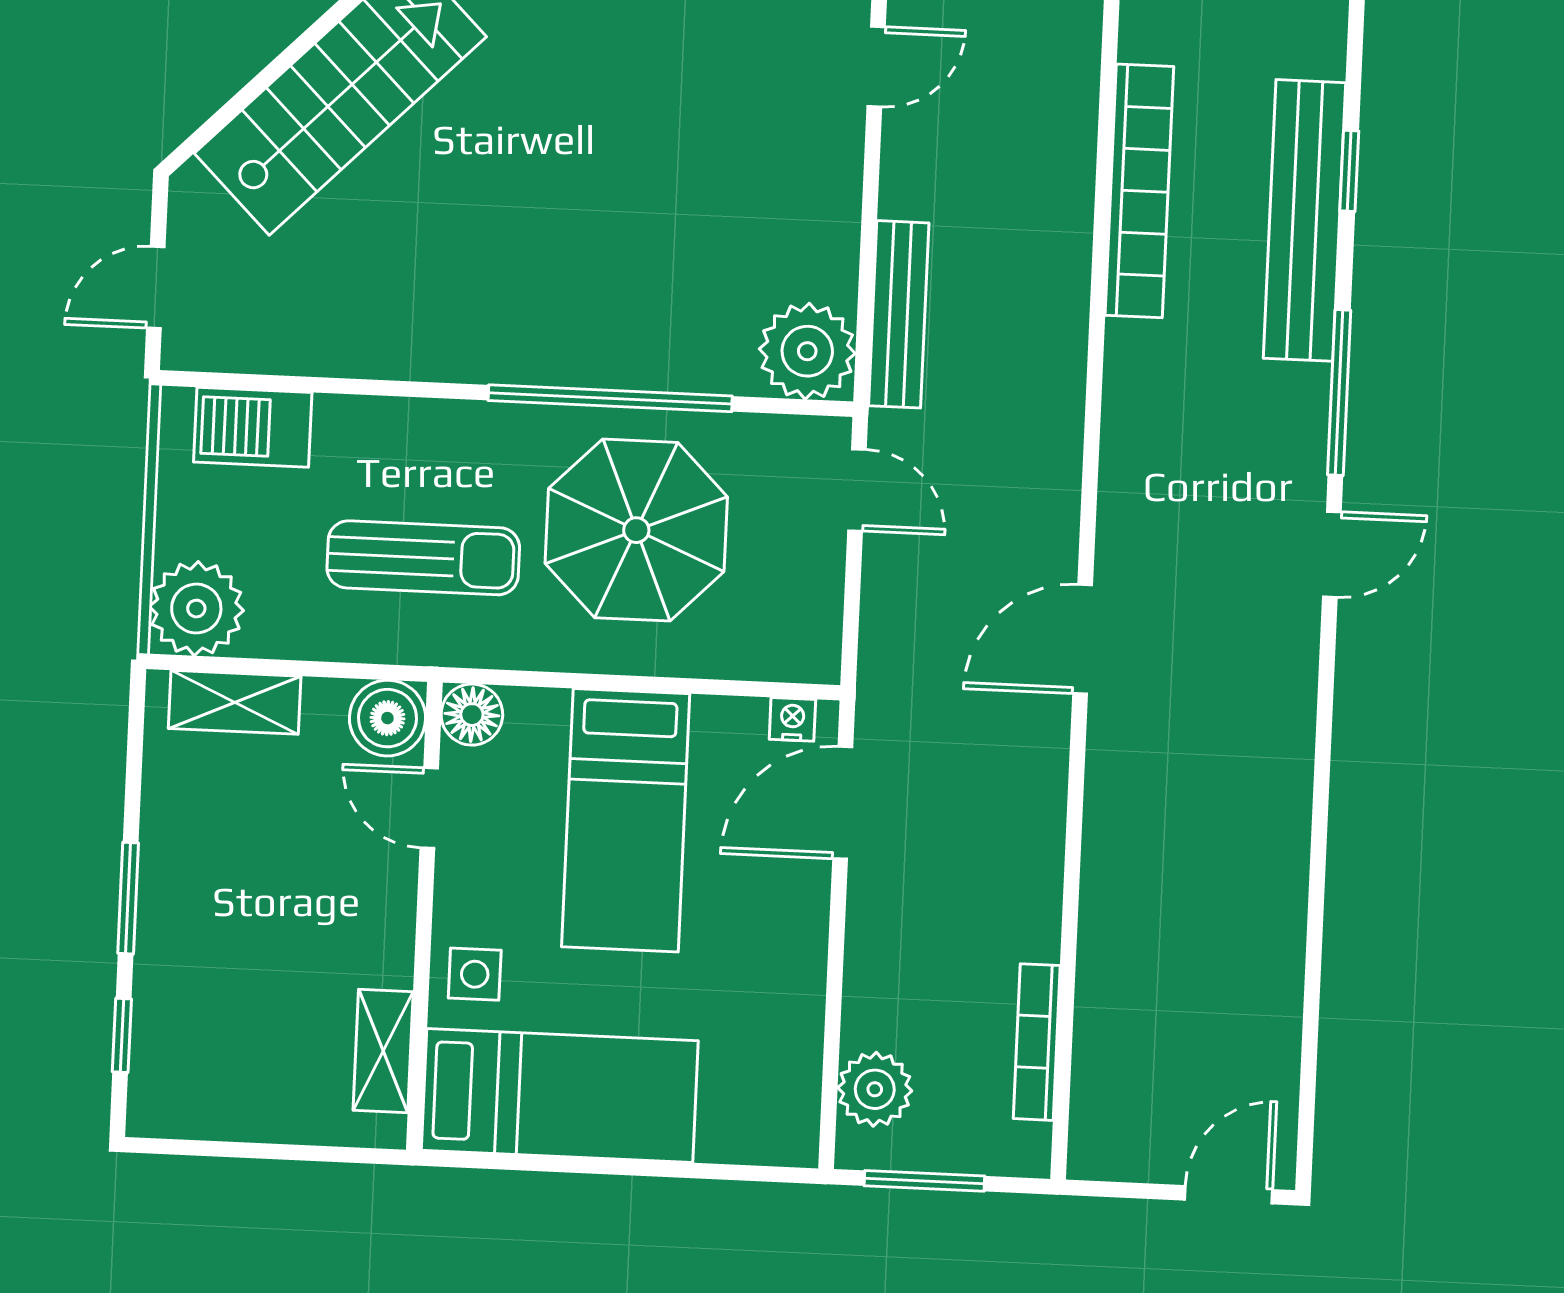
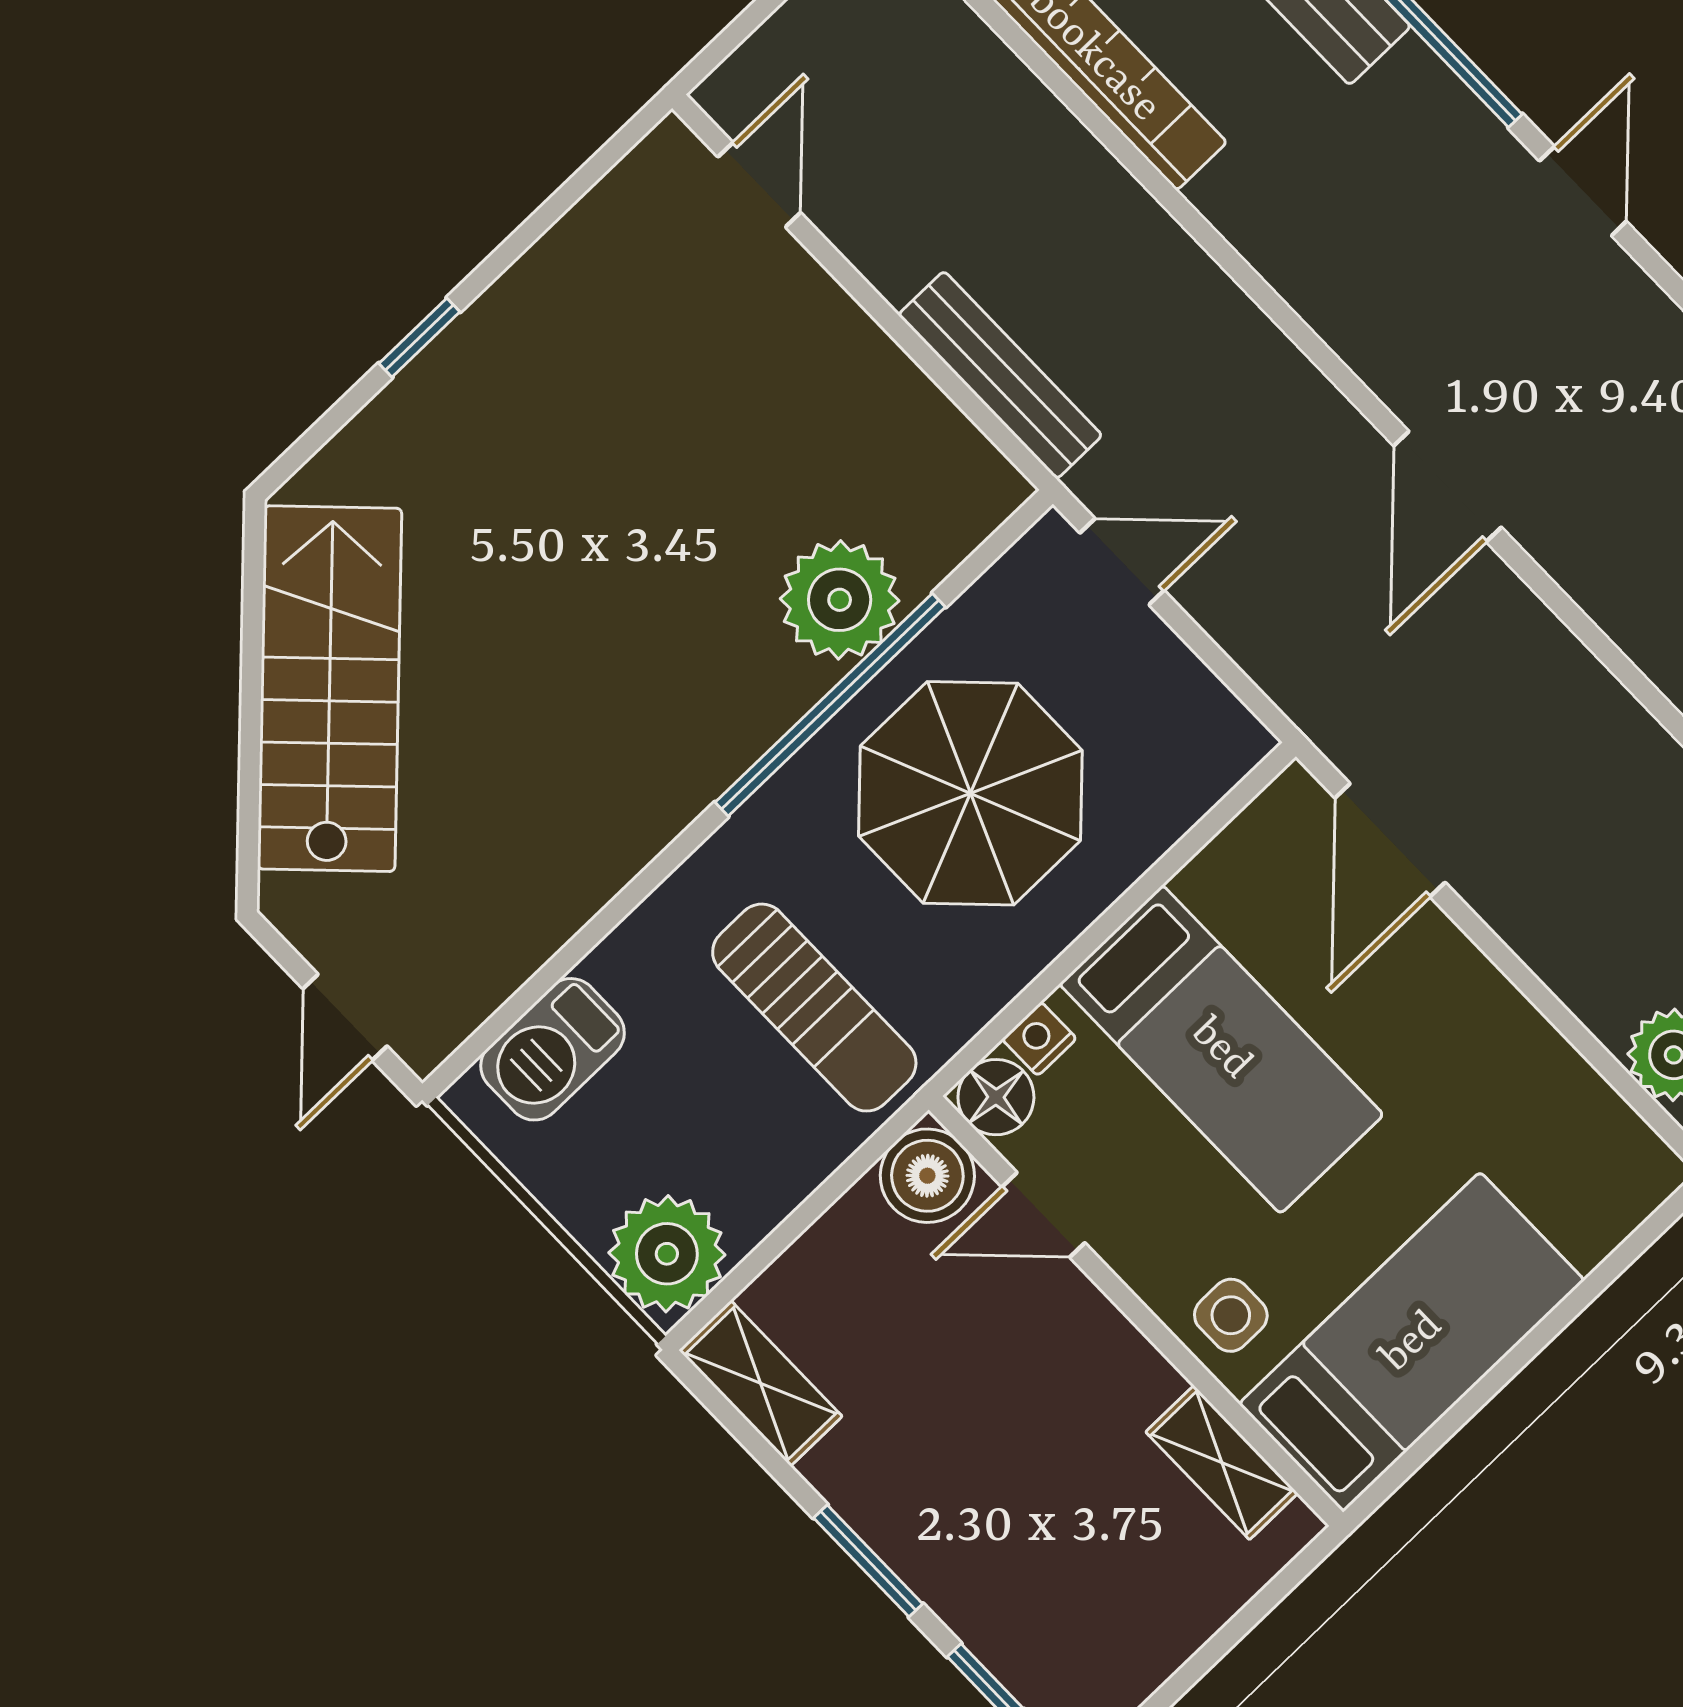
plant: (807, 351) -> (840, 600), moved
sun lounger: (423, 558) -> (814, 1008), turned 90
shelving: (235, 702) -> (761, 1384), moved, turned 90
nightstand: (792, 719) -> (1039, 1039), moved

